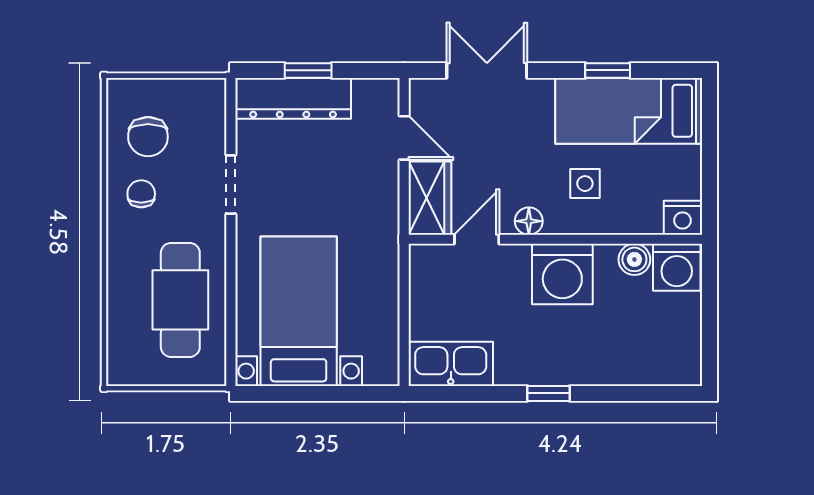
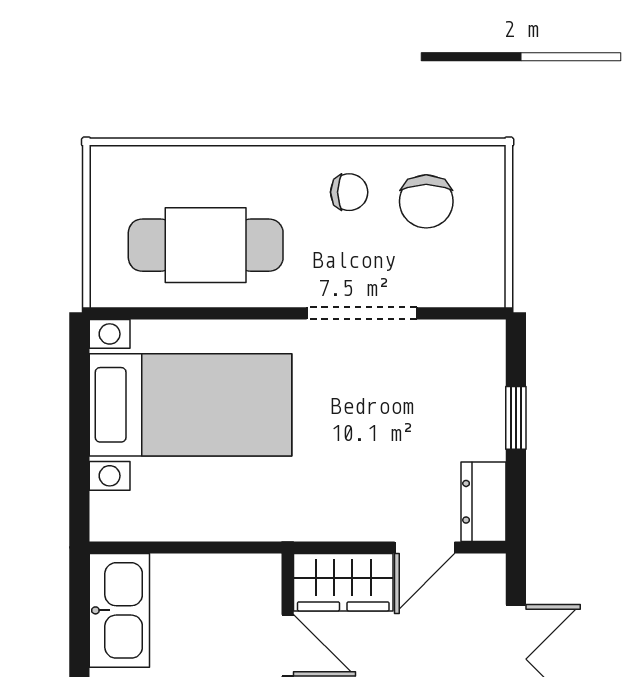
dresser: (293, 98) -> (483, 502), moved, width x0.51, depth x0.80
chair: (148, 137) -> (426, 201), turned -90
doorway: (231, 185) -> (362, 313), width x1.38

